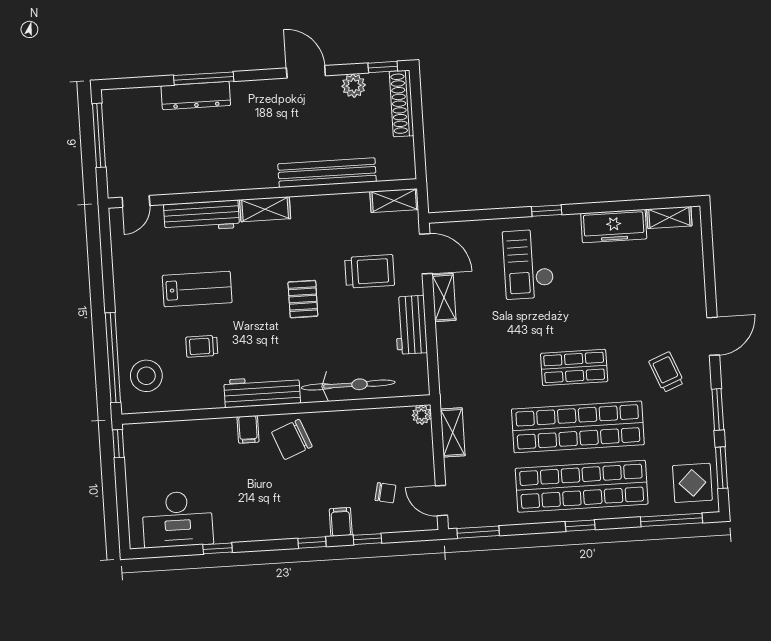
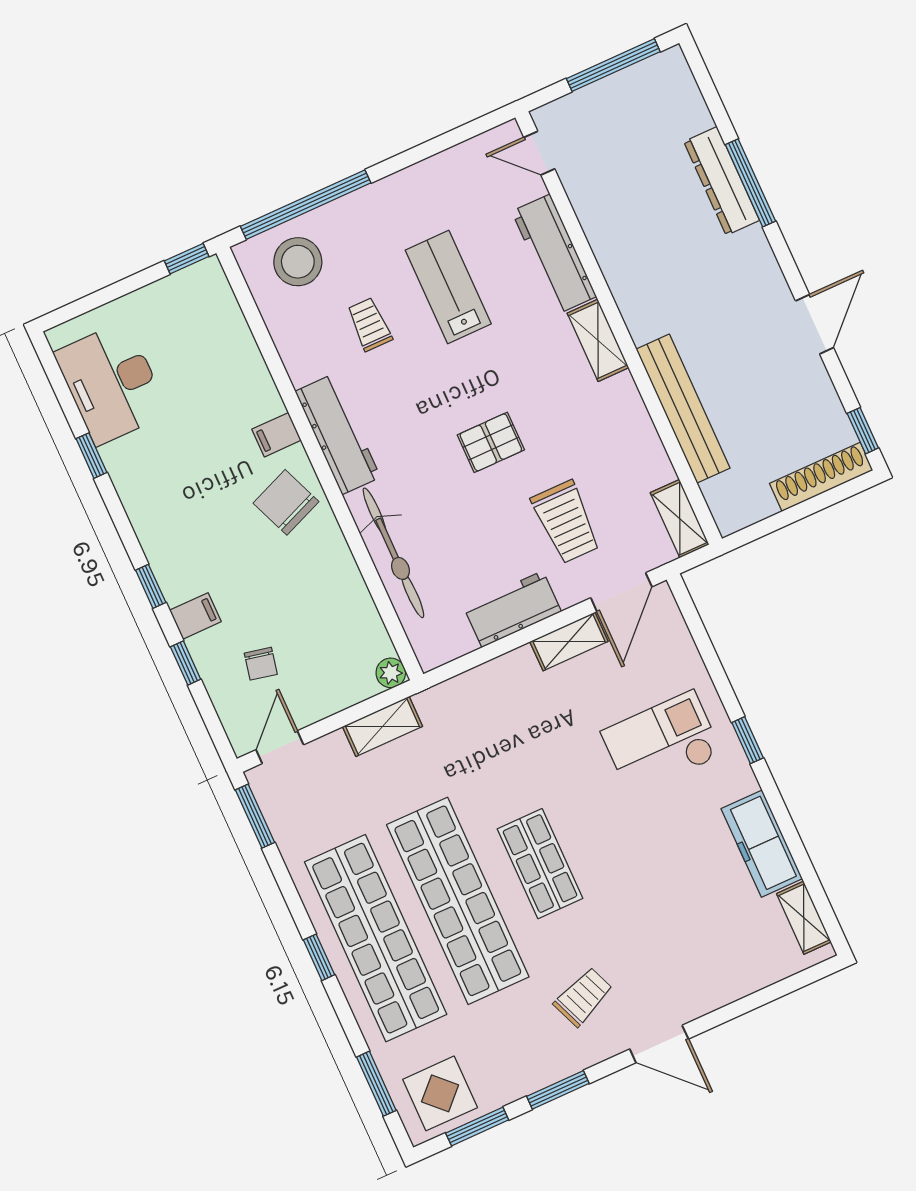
plant: (354, 86) -> (821, 399), removed
lab bench: (197, 289) -> (448, 287), turned 180
window: (671, 520) -> (376, 1084), width x0.69

